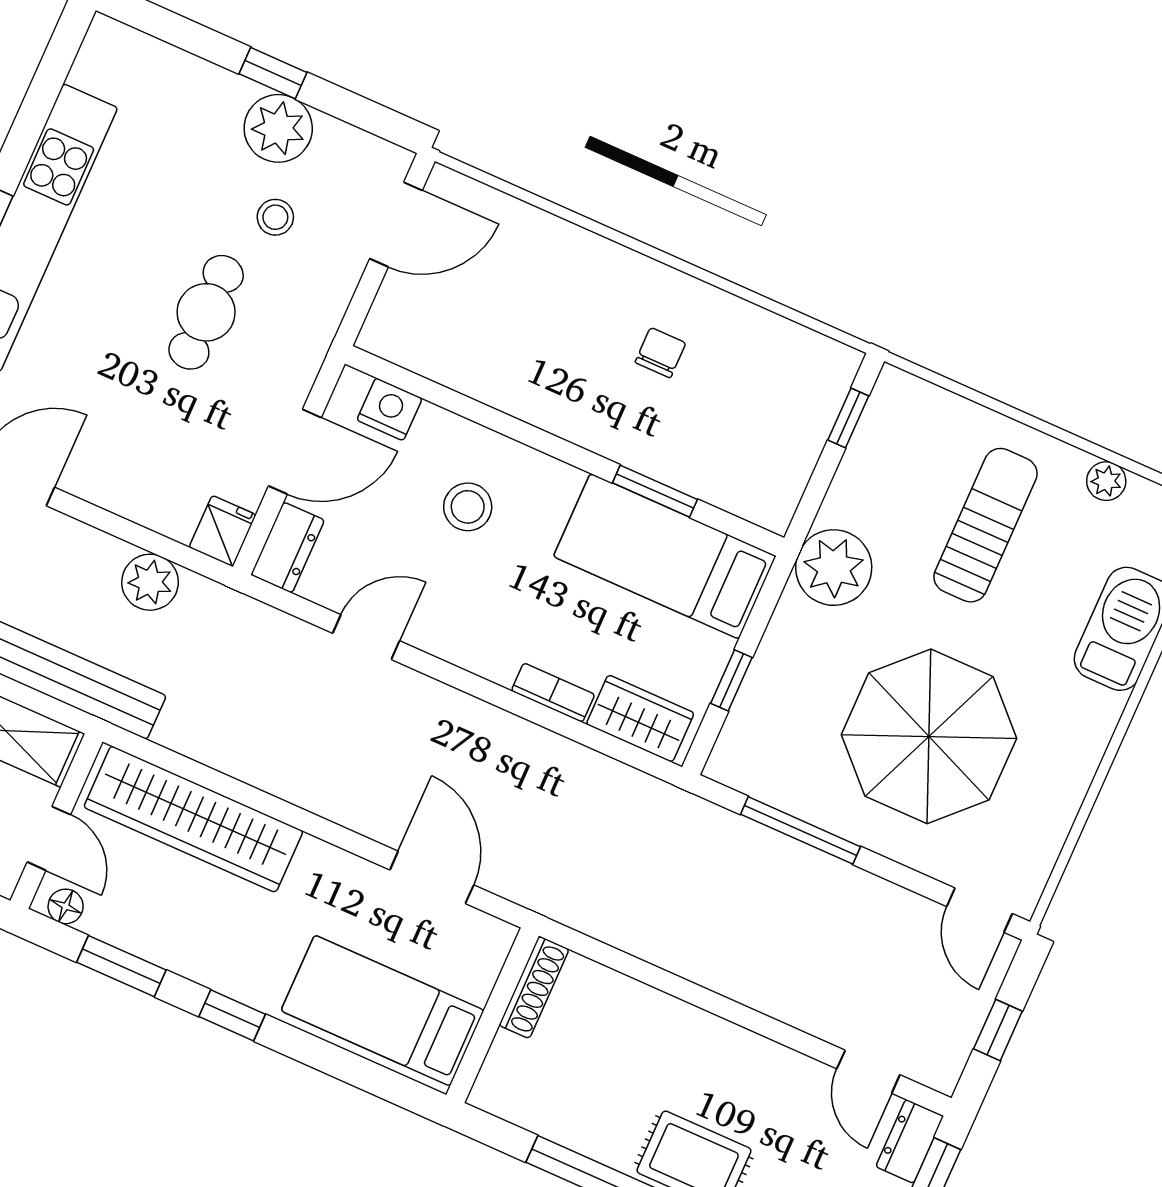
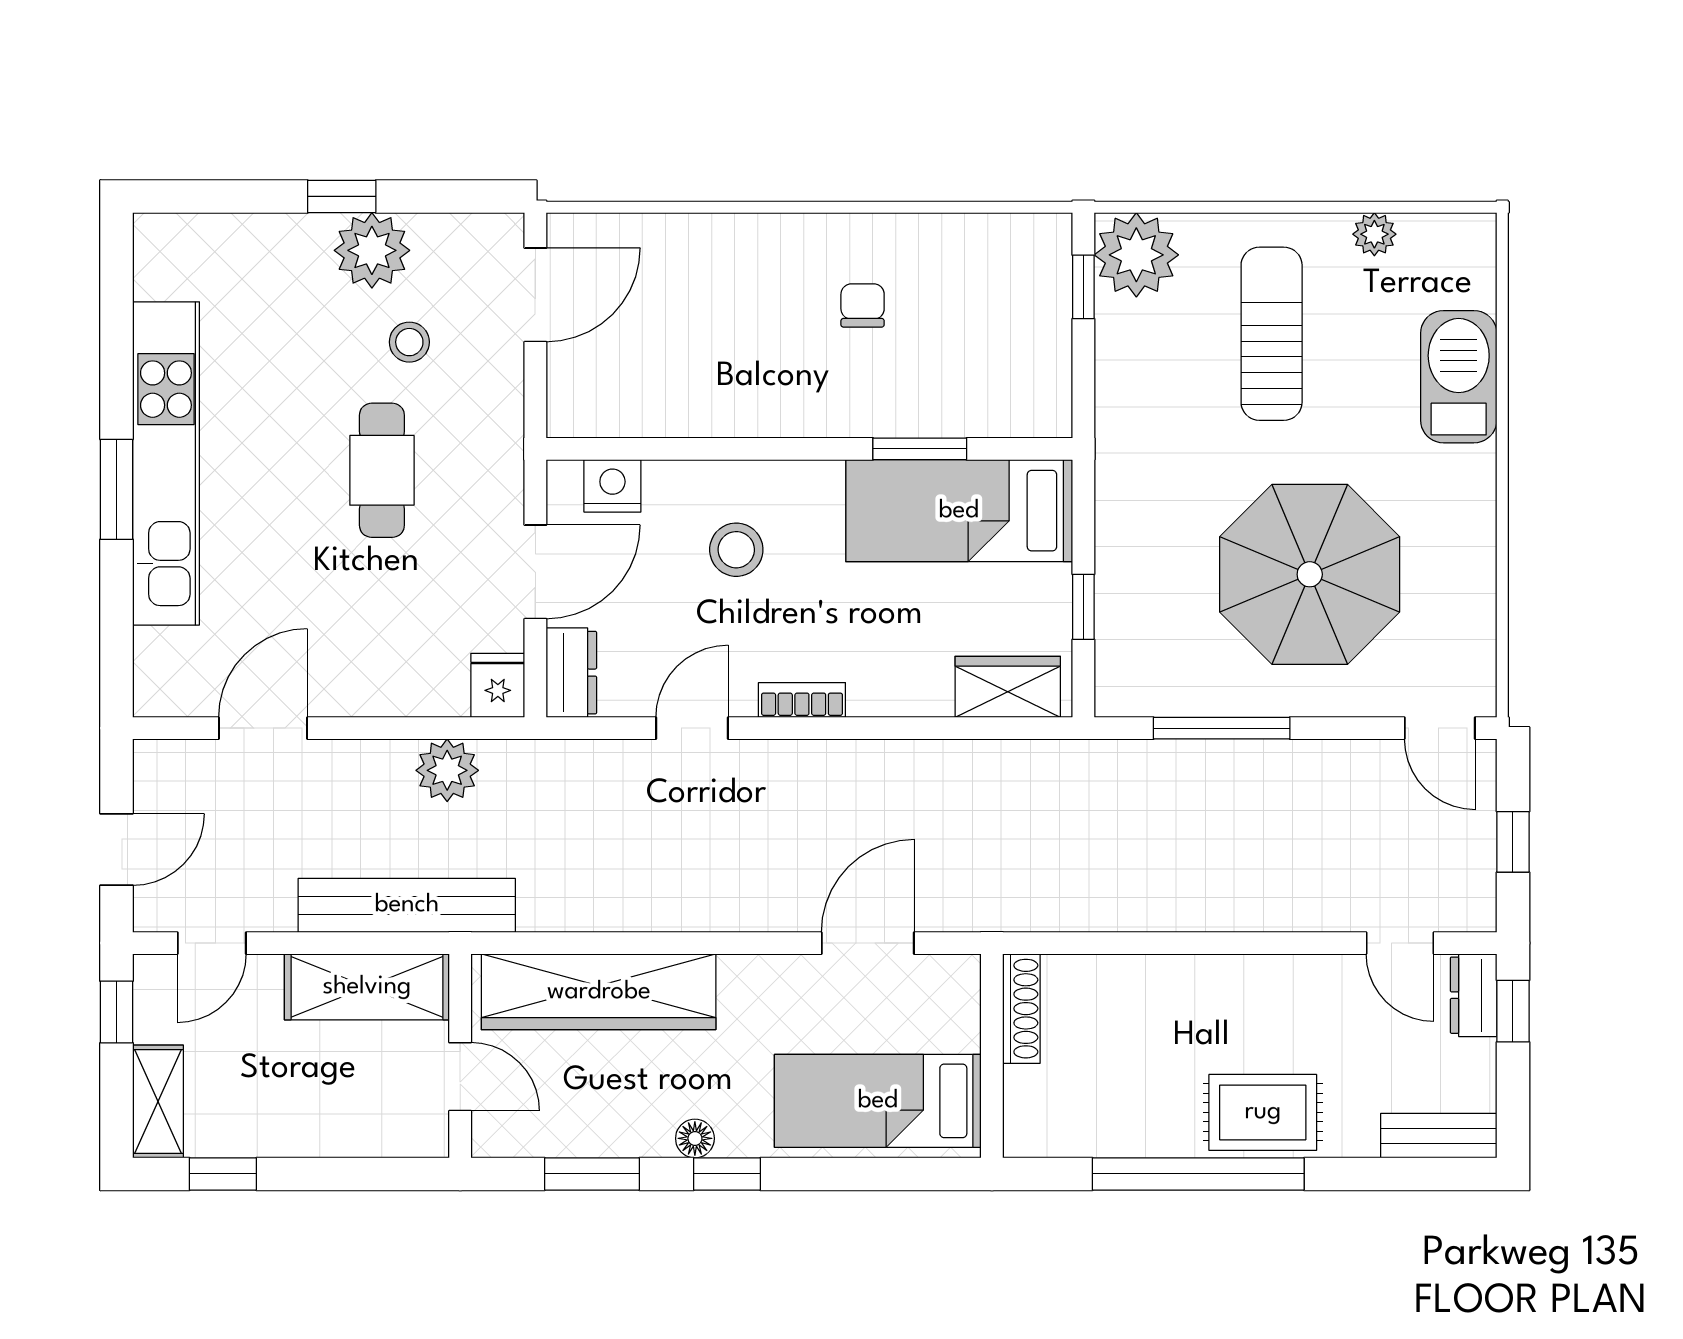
plant: (834, 568) -> (1136, 255), moved
bookcase: (553, 693) -> (802, 700), moved
door: (432, 877) -> (868, 943), hinge flipped
floor lamp: (66, 906) -> (695, 1138), moved

